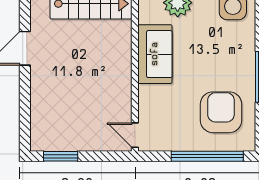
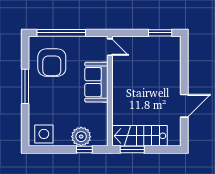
sofa: (155, 54) -> (96, 82), moved

